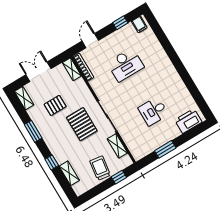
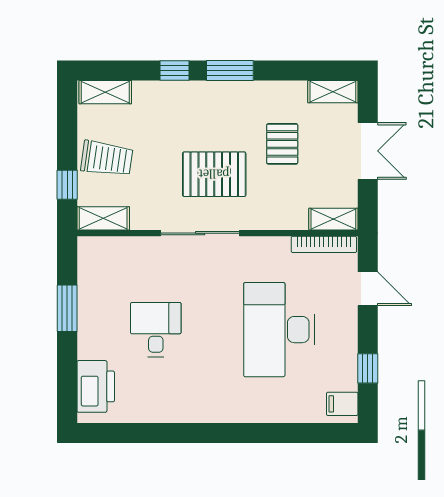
desk: (126, 65) -> (279, 330), width x1.36, depth x1.30
window: (33, 131) -> (230, 70), moved
shelving: (117, 146) -> (103, 218), moved
shelving: (69, 173) -> (105, 92), moved

